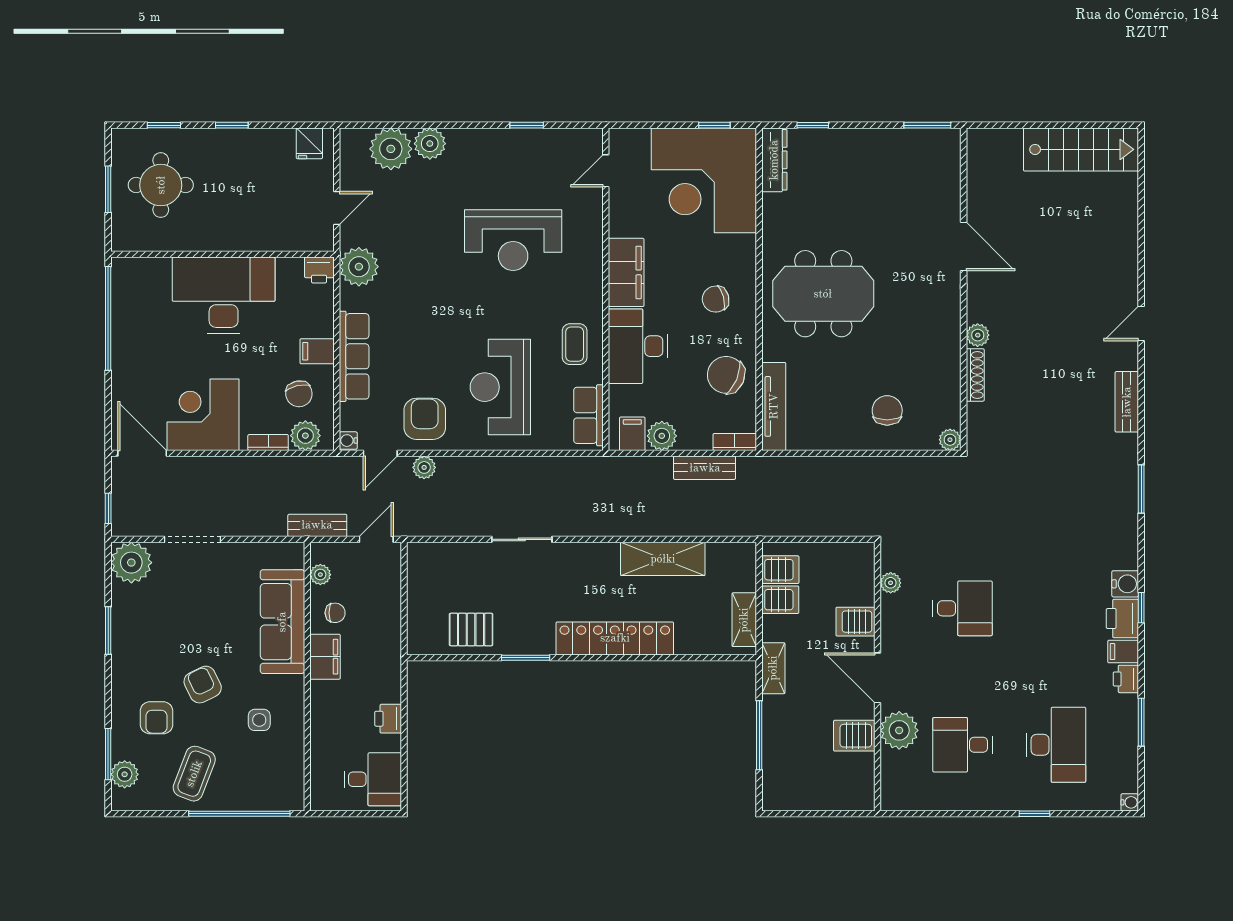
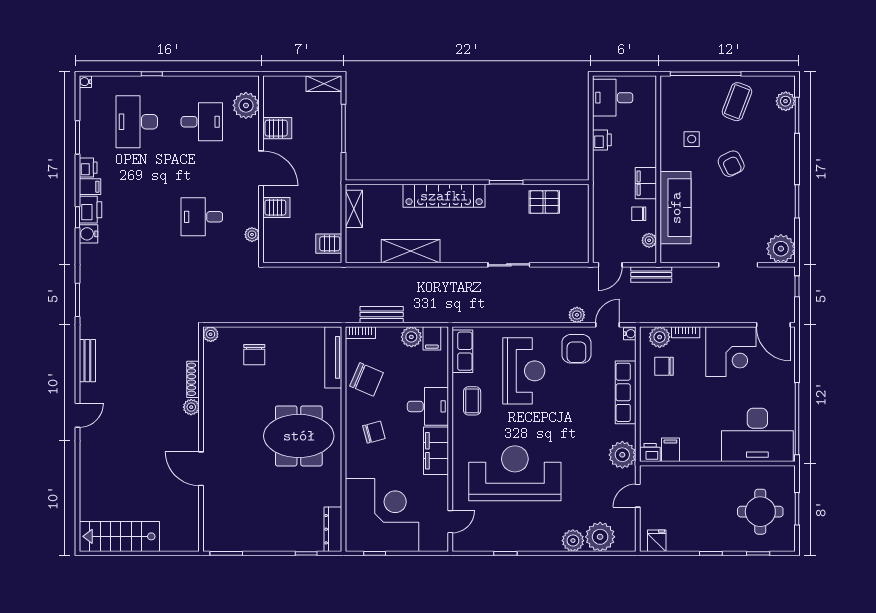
reception desk: (513, 240) -> (515, 473), width x1.36, depth x1.30
desk: (224, 295) -> (757, 435), moved
desk: (638, 346) -> (428, 406), width x0.73
filing cabinet: (317, 351) -> (670, 450), moved, turned -90
chair: (299, 394) -> (664, 366), turned -77
server rack: (780, 600) -> (329, 223), removed
shelving: (773, 668) -> (324, 84), moved, turned 90
armchair: (157, 718) -> (763, 141), removed
plant: (899, 730) -> (246, 105), moved

